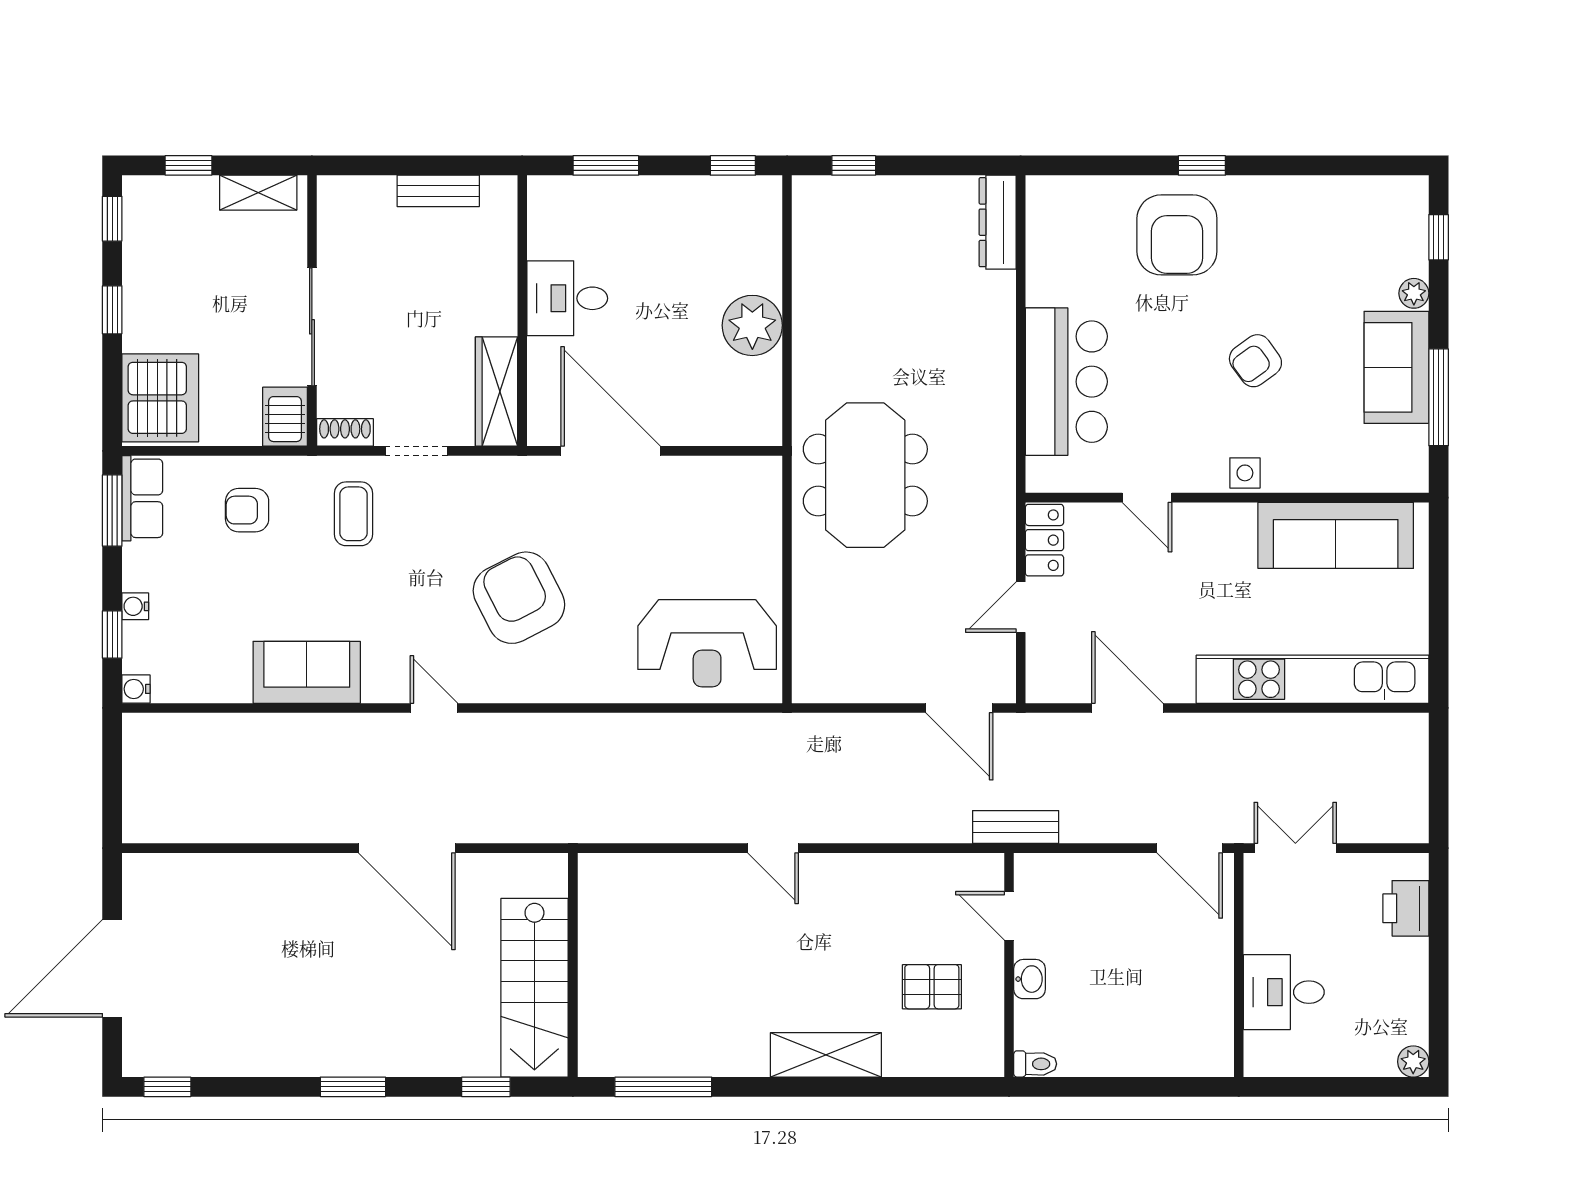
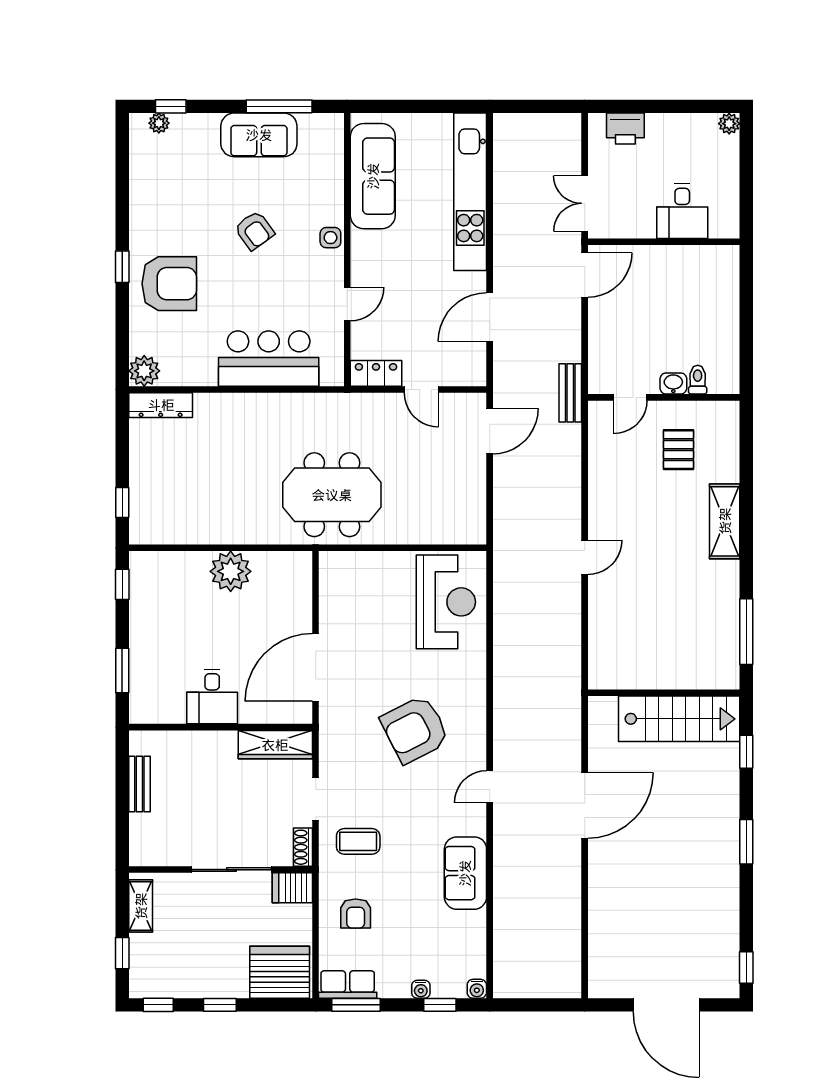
plant: (1048, 198) -> (144, 371), added
plant: (1414, 293) -> (159, 123), moved
toilet: (1035, 1064) -> (698, 380), moved

